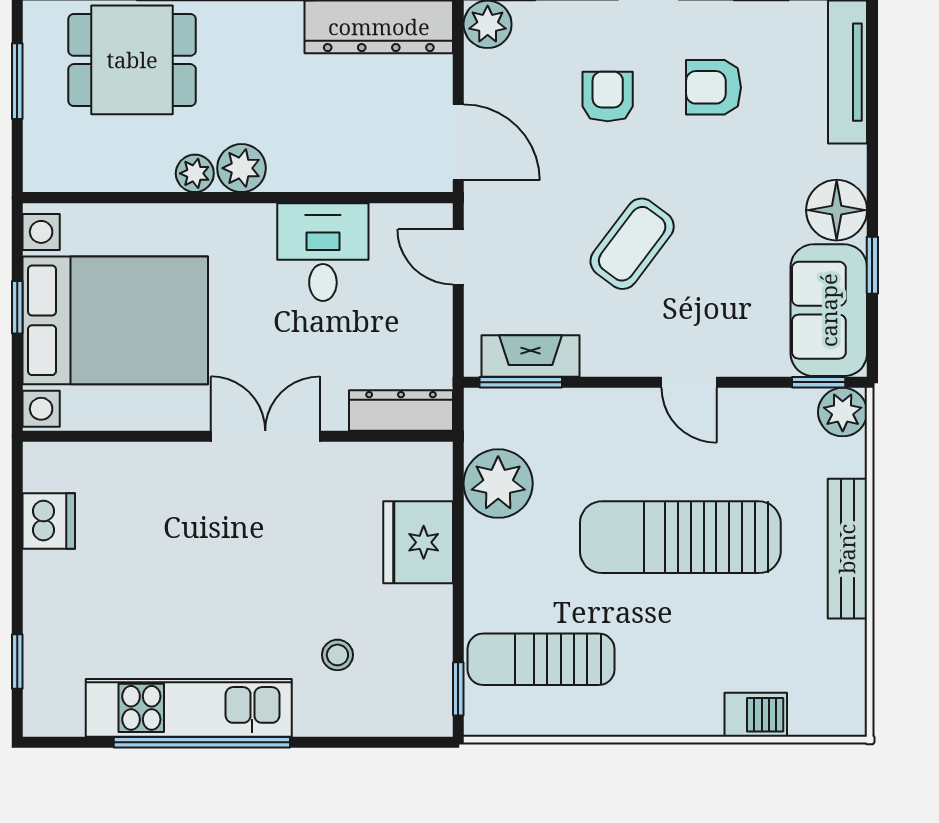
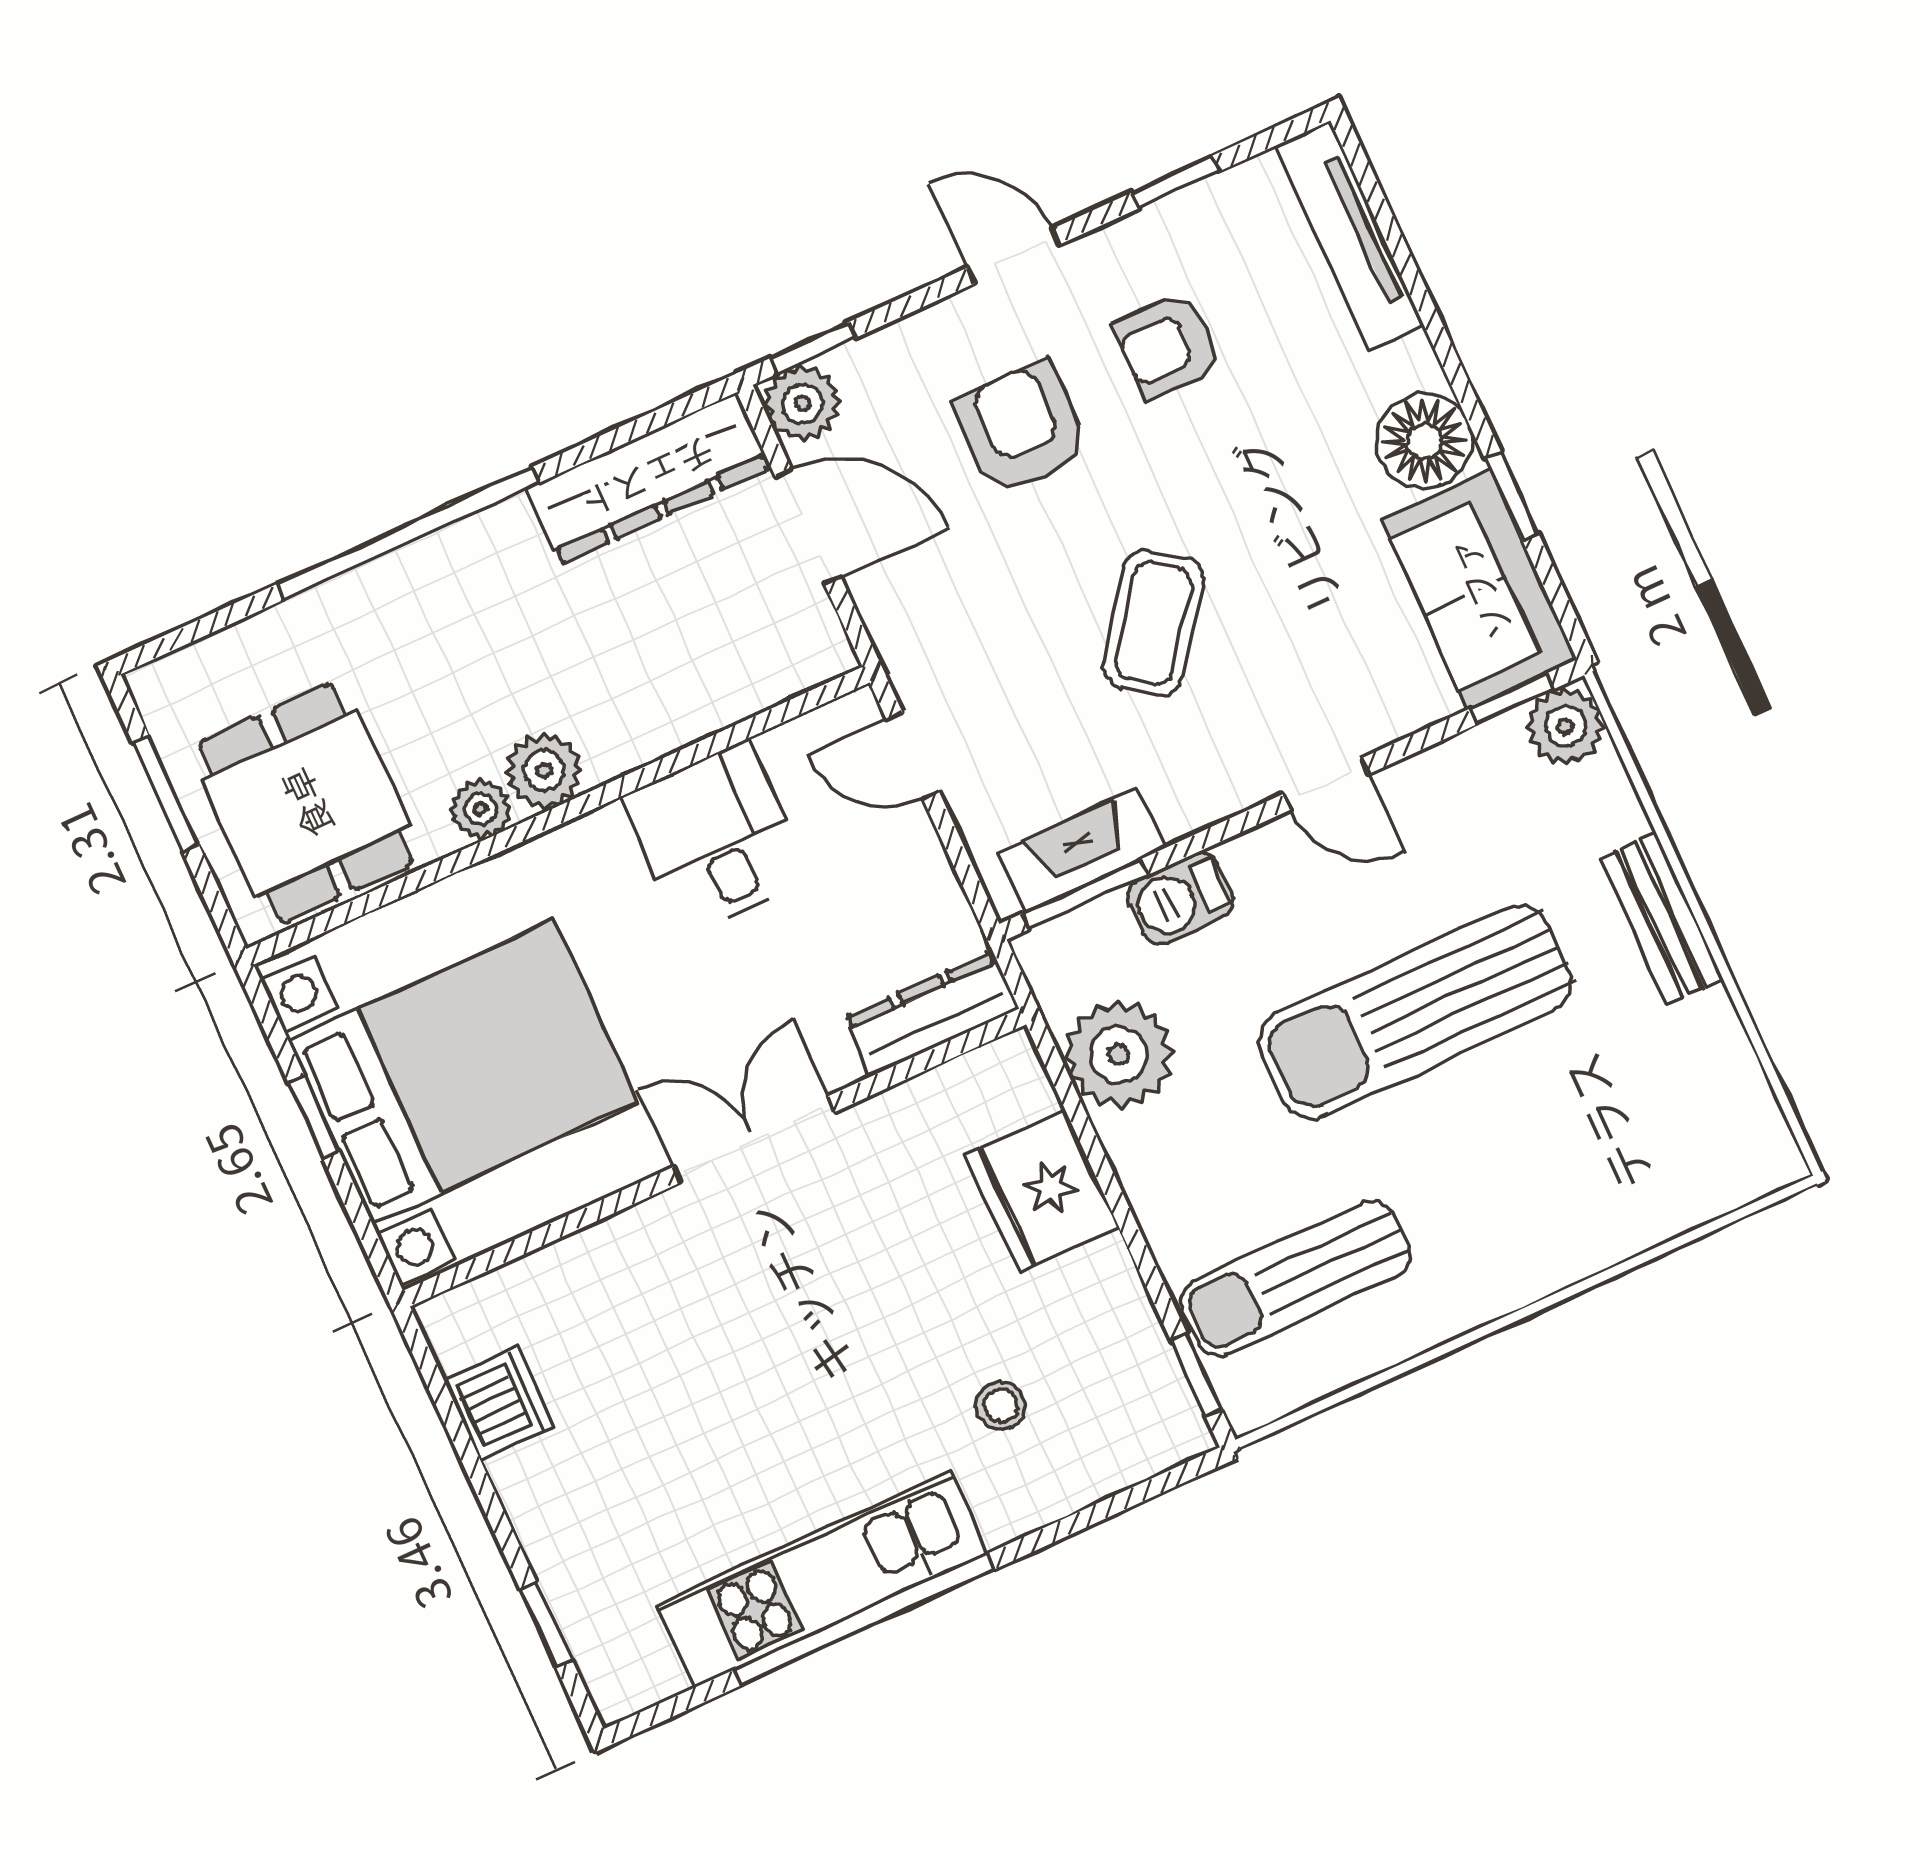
dining table: (132, 60) -> (306, 803), moved, turned 90
armchair: (608, 97) -> (1022, 428), width x1.38, depth x1.38
door: (458, 142) -> (808, 527), moved
bench: (847, 549) -> (1662, 919), width x0.73
barbecue: (756, 715) -> (1181, 898), moved, turned 180

